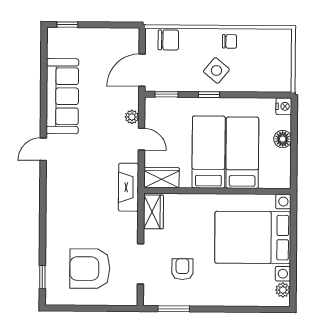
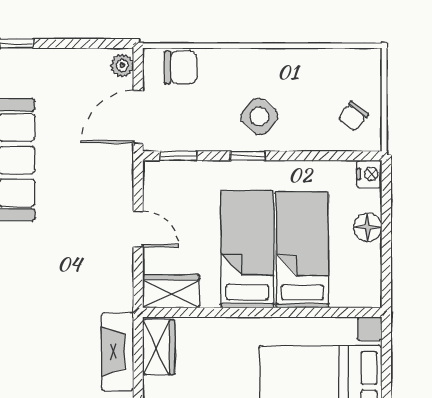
chair: (230, 41) -> (353, 116), moved, turned 128
plant: (132, 117) -> (122, 65), moved
fireplace: (128, 187) -> (118, 352), moved

